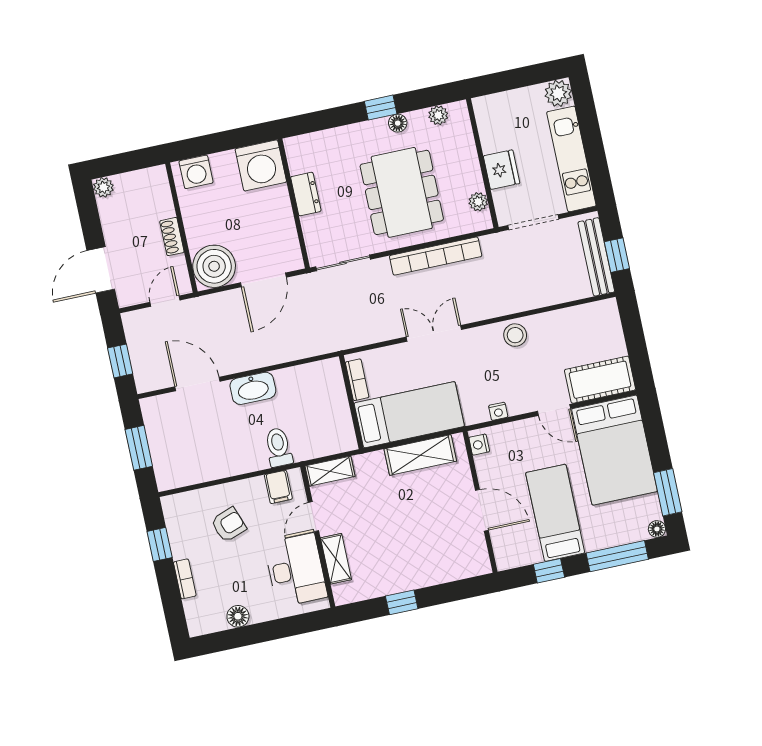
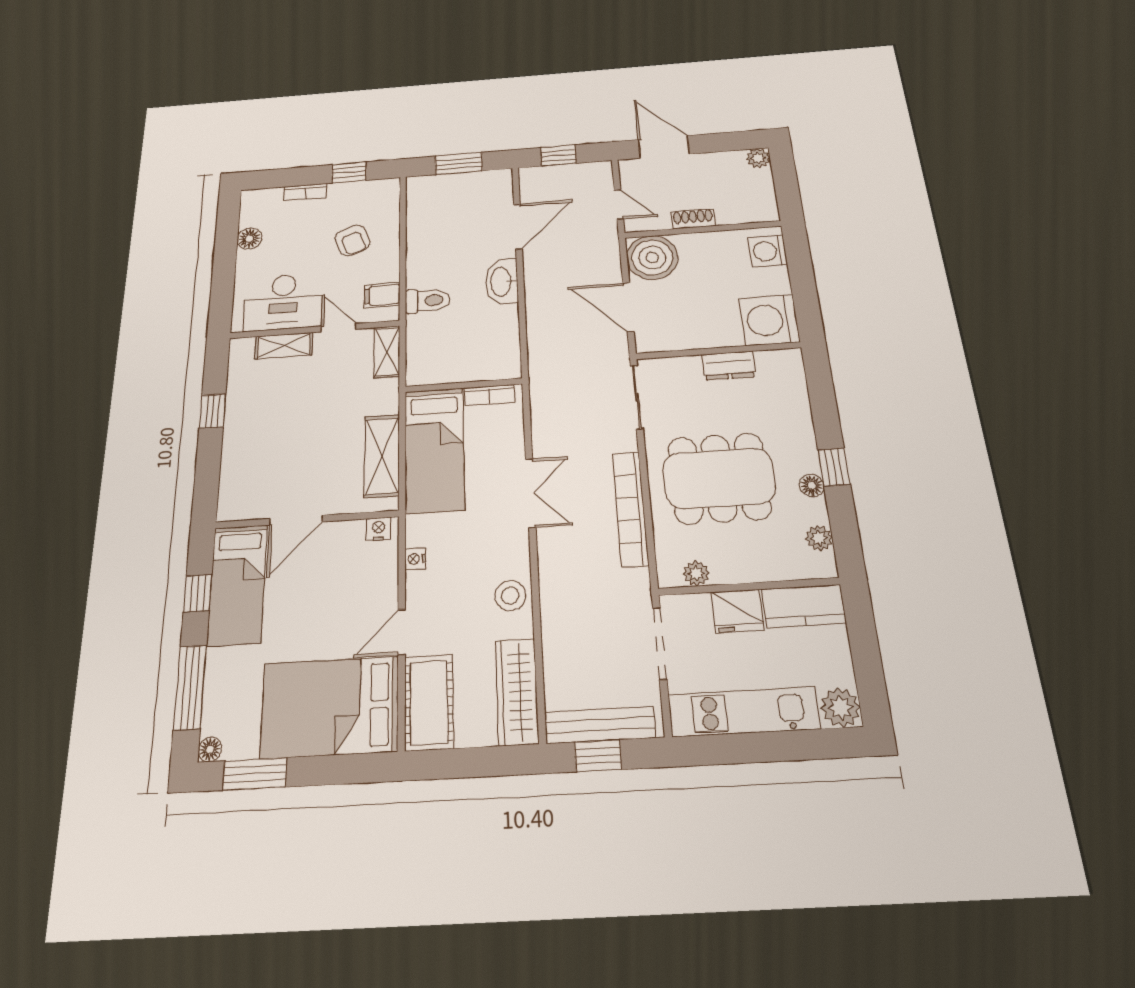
kitchen counter: (491, 123) -> (804, 606), added
wardrobe: (583, 318) -> (517, 692), added
bed: (555, 513) -> (237, 585), moved, turned 90

